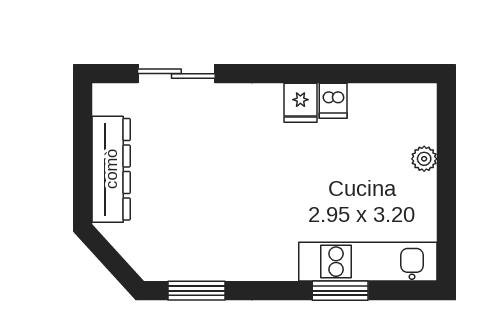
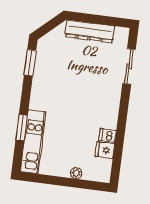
fridge: (300, 103) -> (105, 150), moved

